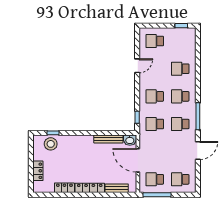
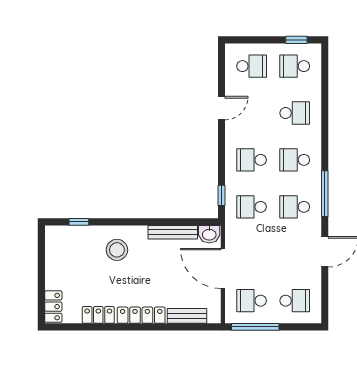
school desk: (155, 41) -> (252, 66), turned 180
school desk: (180, 41) -> (295, 66), added
school desk: (180, 69) -> (295, 113), turned 180
stool: (51, 144) -> (117, 250), moved
locker: (38, 171) -> (53, 307), moved
school desk: (180, 179) -> (295, 301), turned 180

